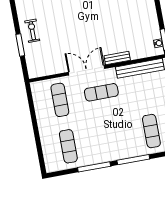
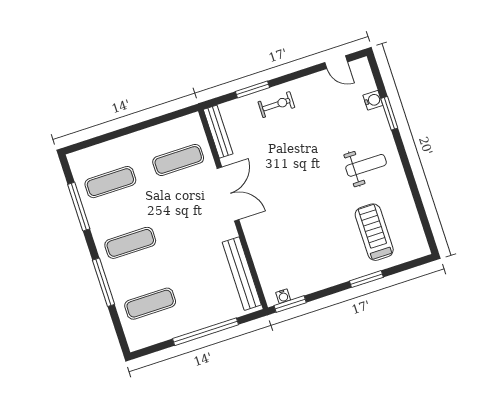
bench: (117, 58) -> (218, 132), moved, width x1.36
exercise mat: (101, 92) -> (130, 243), moved, turned 90
window: (94, 167) -> (79, 207), moved

